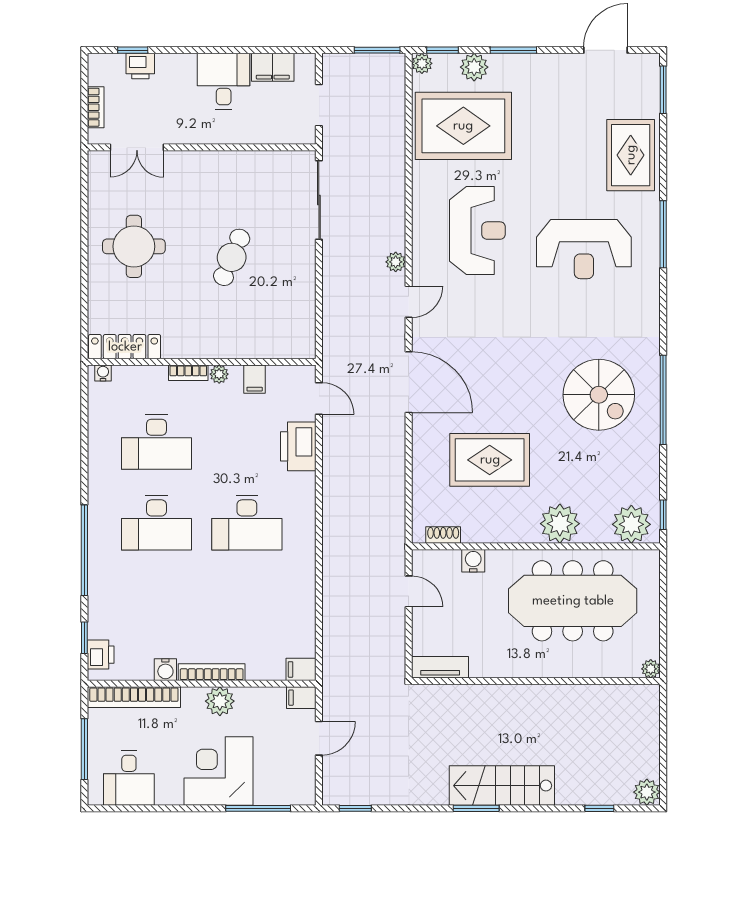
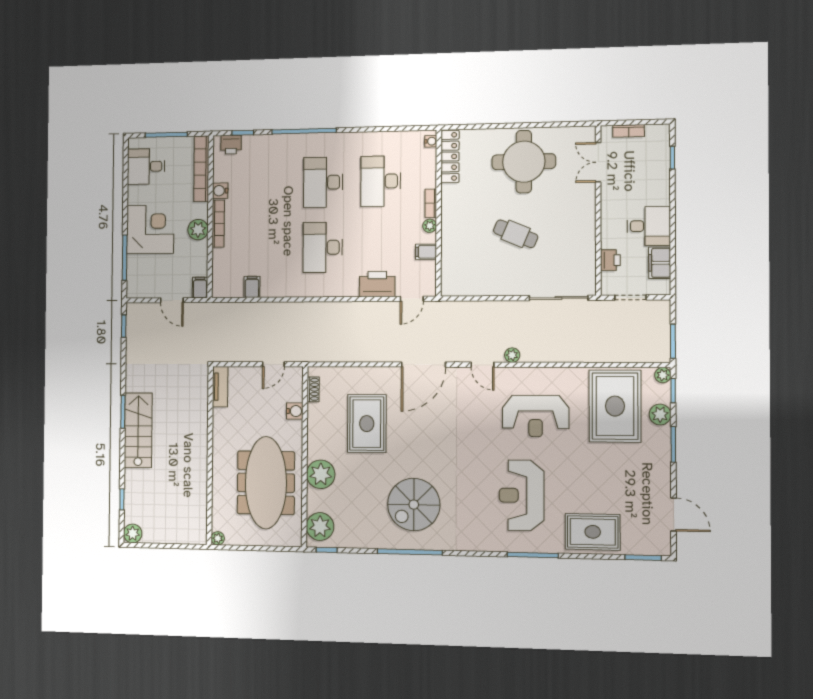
printer: (140, 66) -> (610, 260), moved, turned 180
round table: (134, 246) -> (524, 162), width x1.36, depth x1.36
filing cabinet: (301, 669) -> (252, 287), moved

